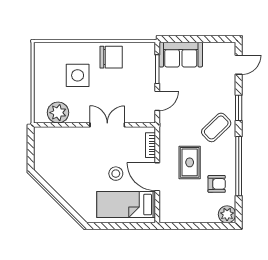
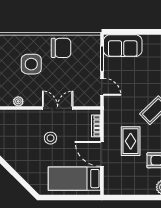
door: (157, 101) -> (102, 87), hinge flipped
plant: (58, 113) -> (18, 101), width x0.53, depth x0.53
stool: (116, 174) -> (50, 138), moved

